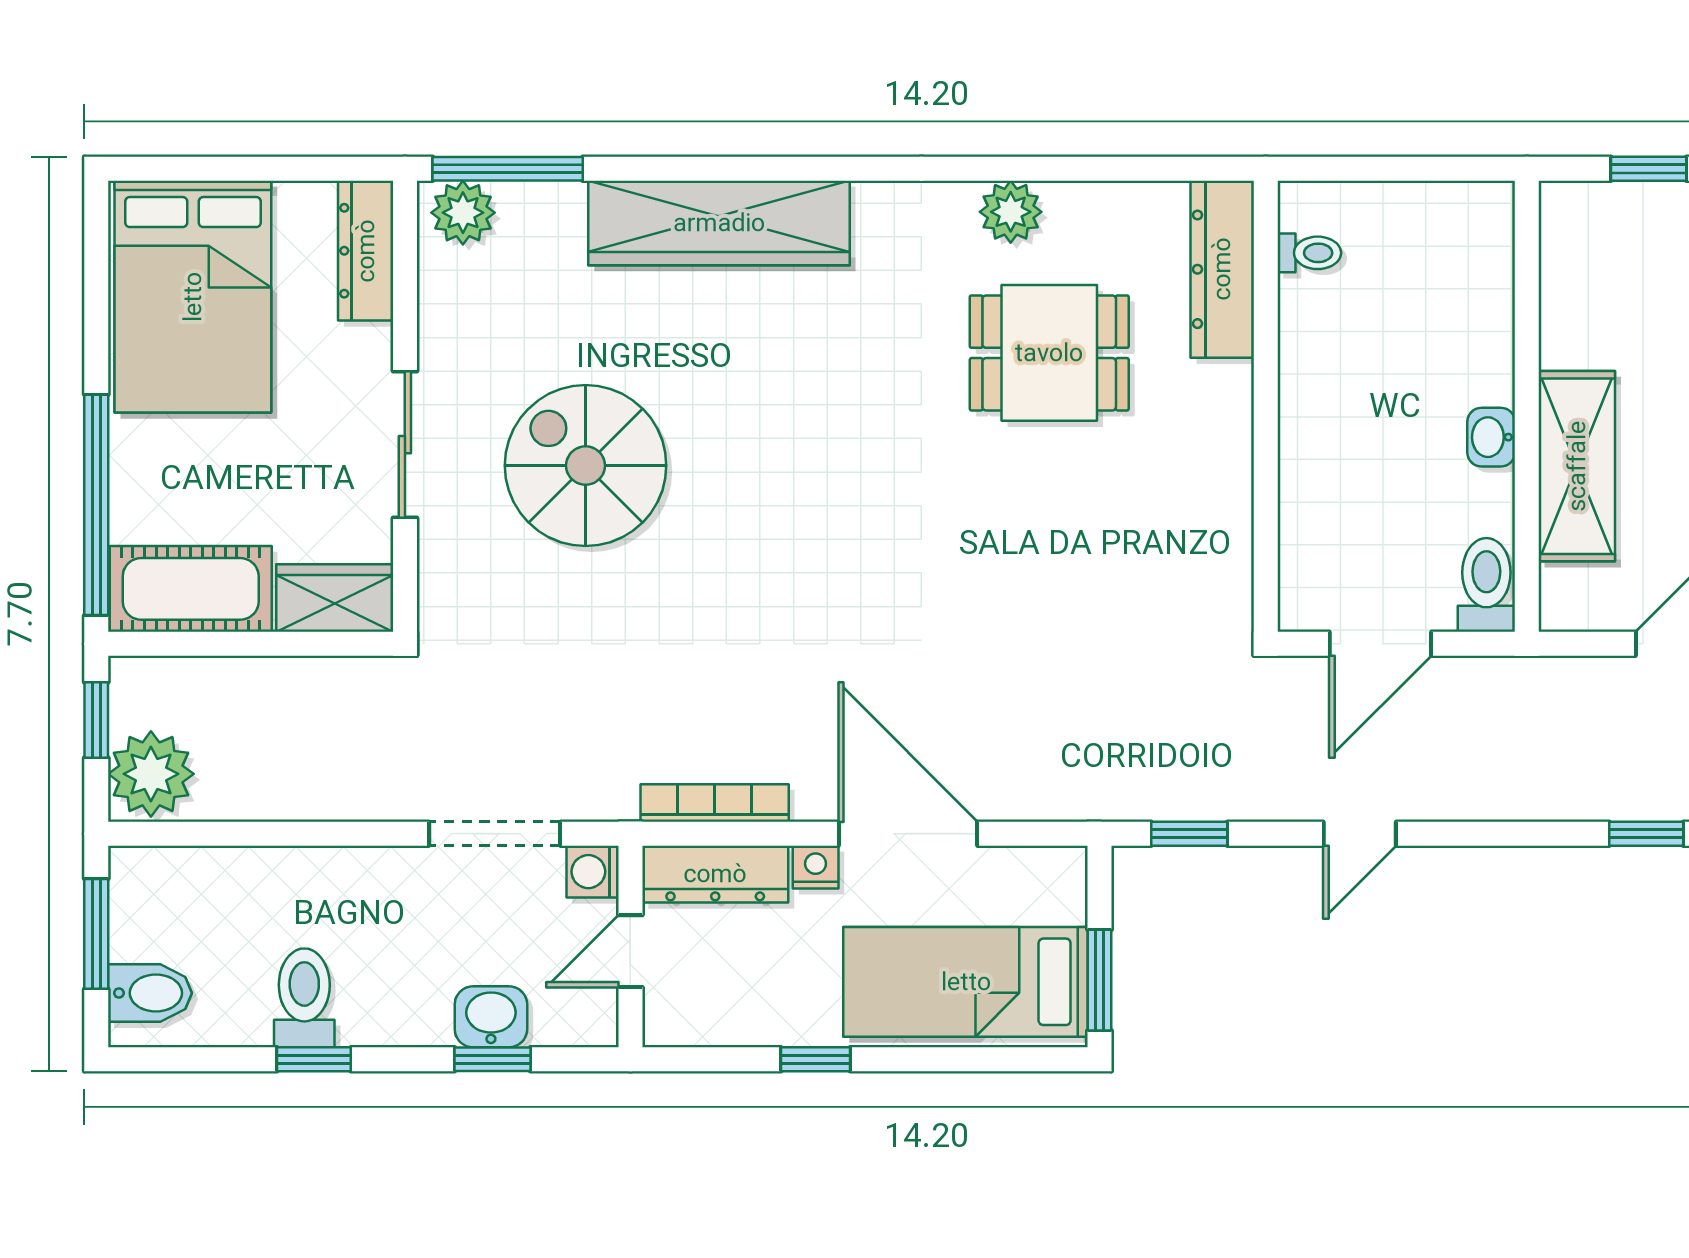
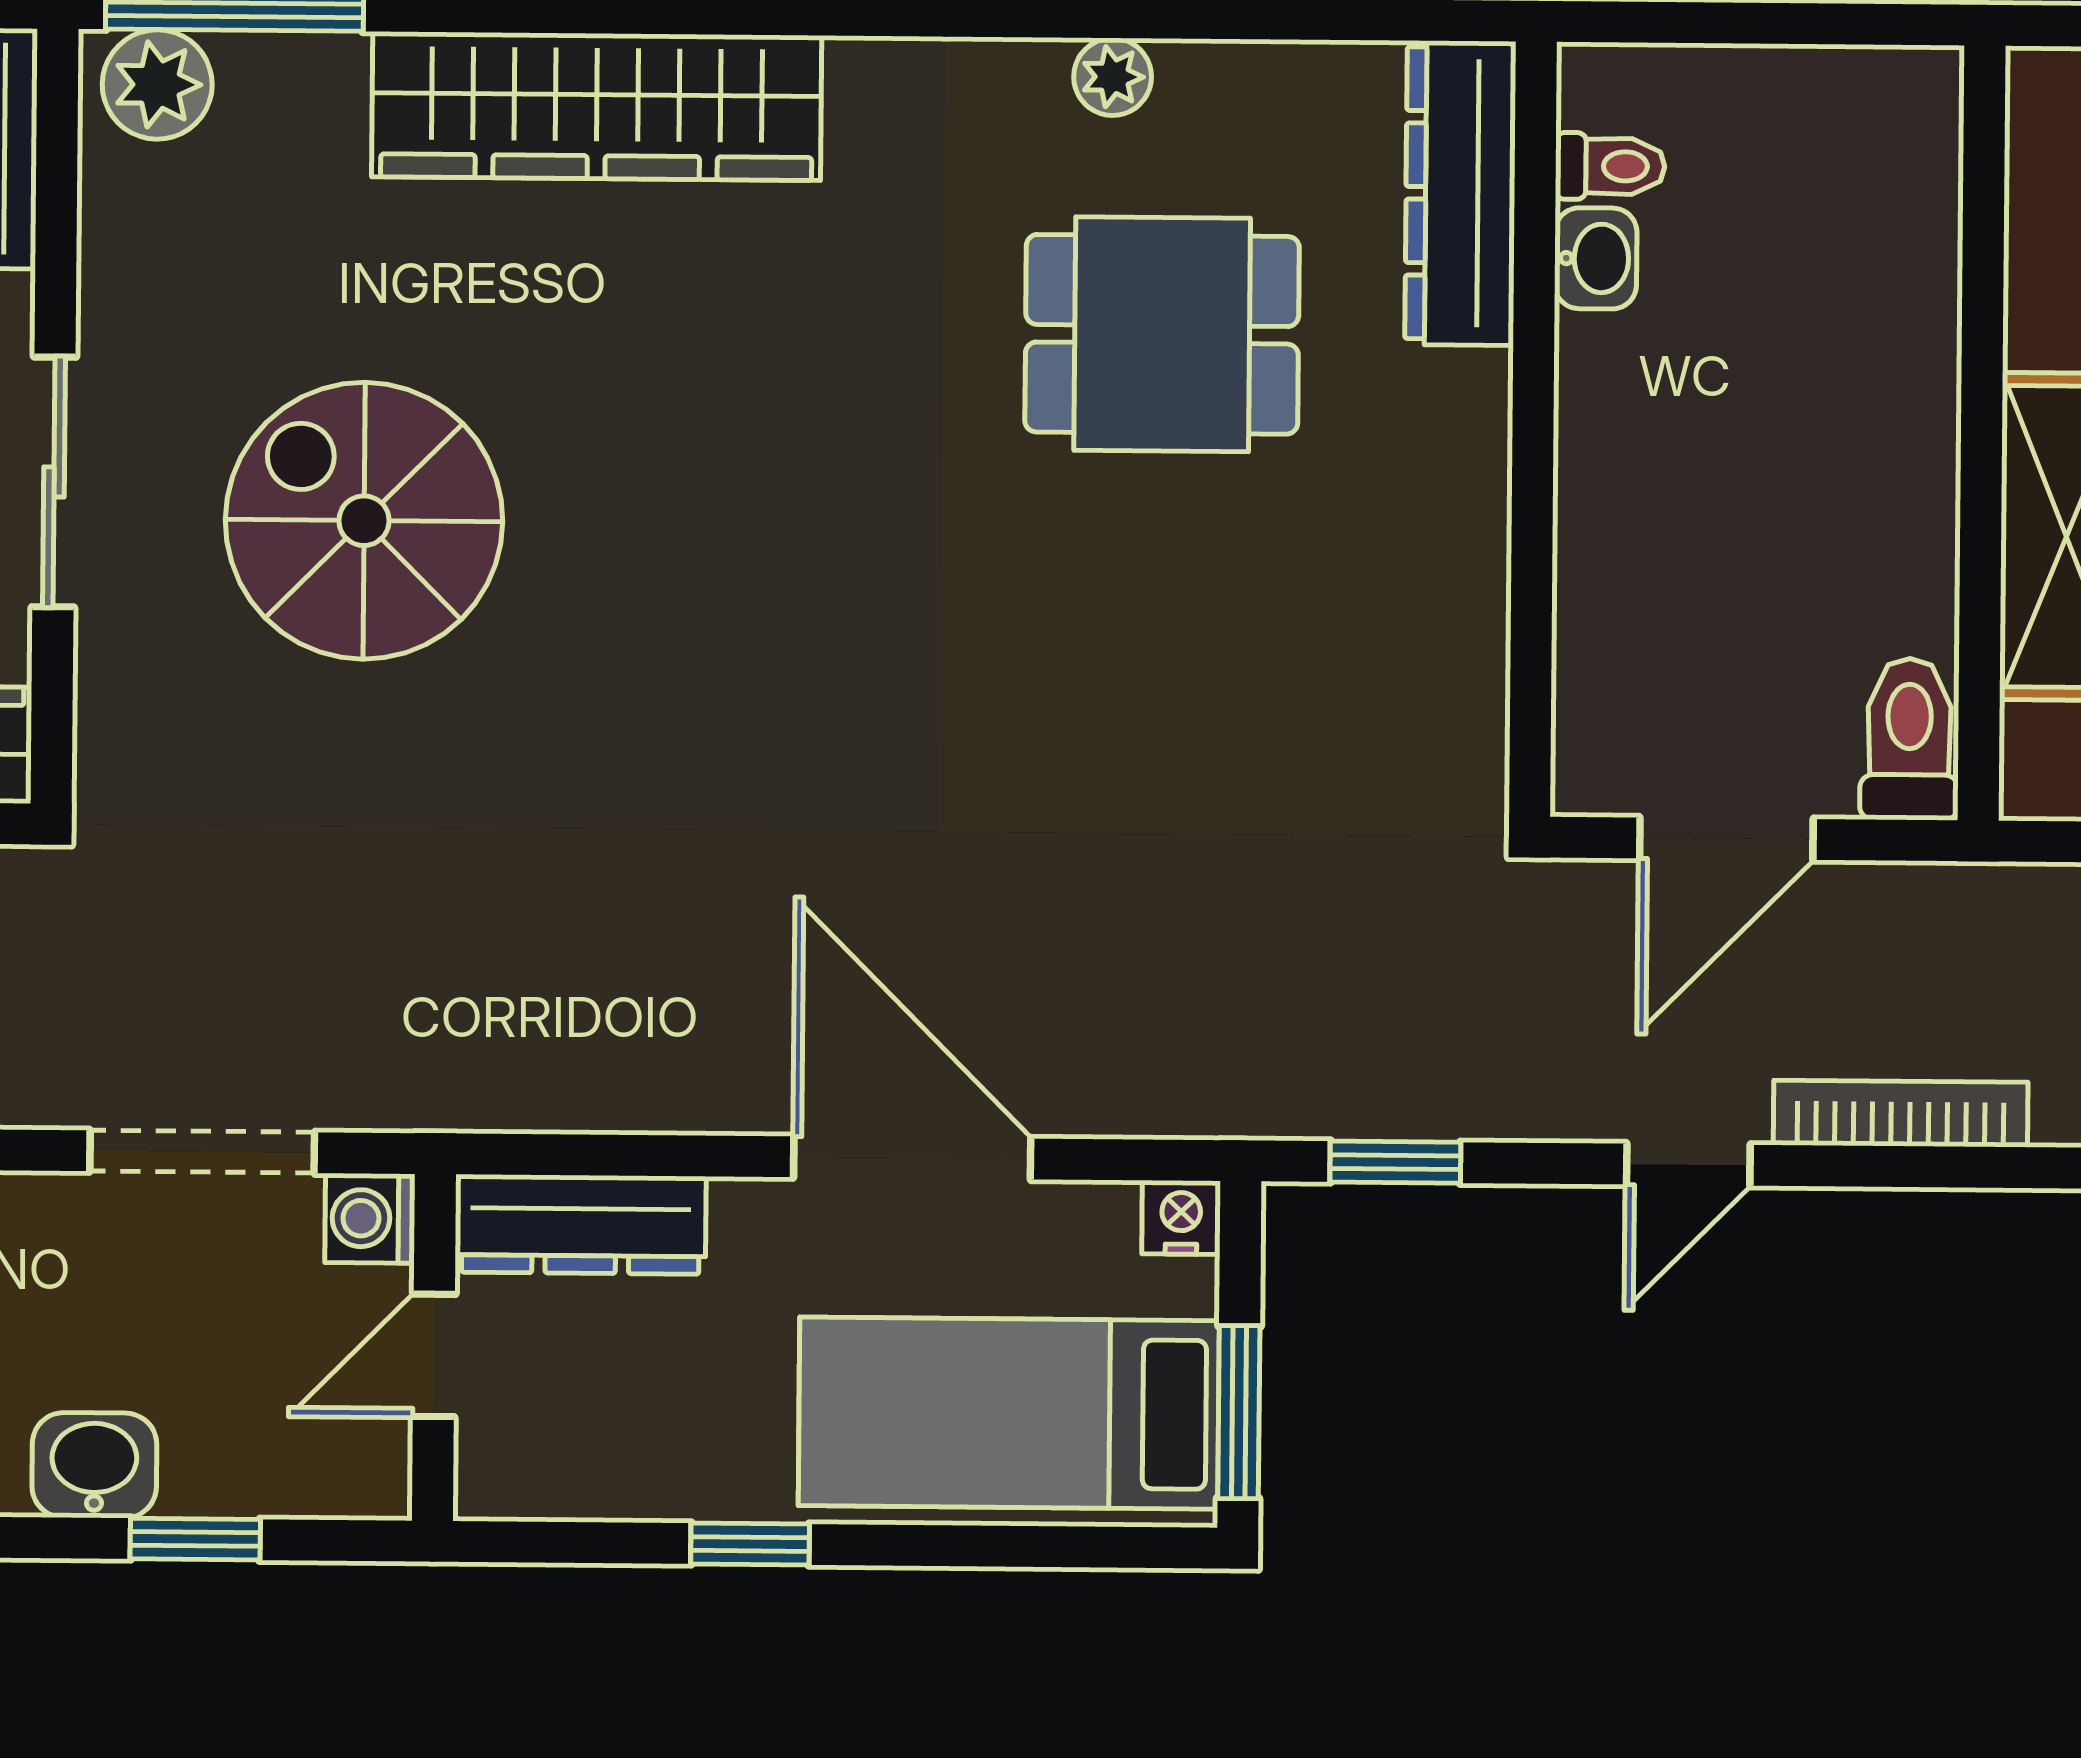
plant: (1011, 212) -> (1113, 77), width x0.73, depth x0.73
washbasin: (1491, 437) -> (1596, 258), moved, turned 180
bookcase: (715, 803) -> (1901, 1114), moved
nightstand: (816, 867) -> (1181, 1217), moved
washbasin: (491, 1017) -> (94, 1465), moved

